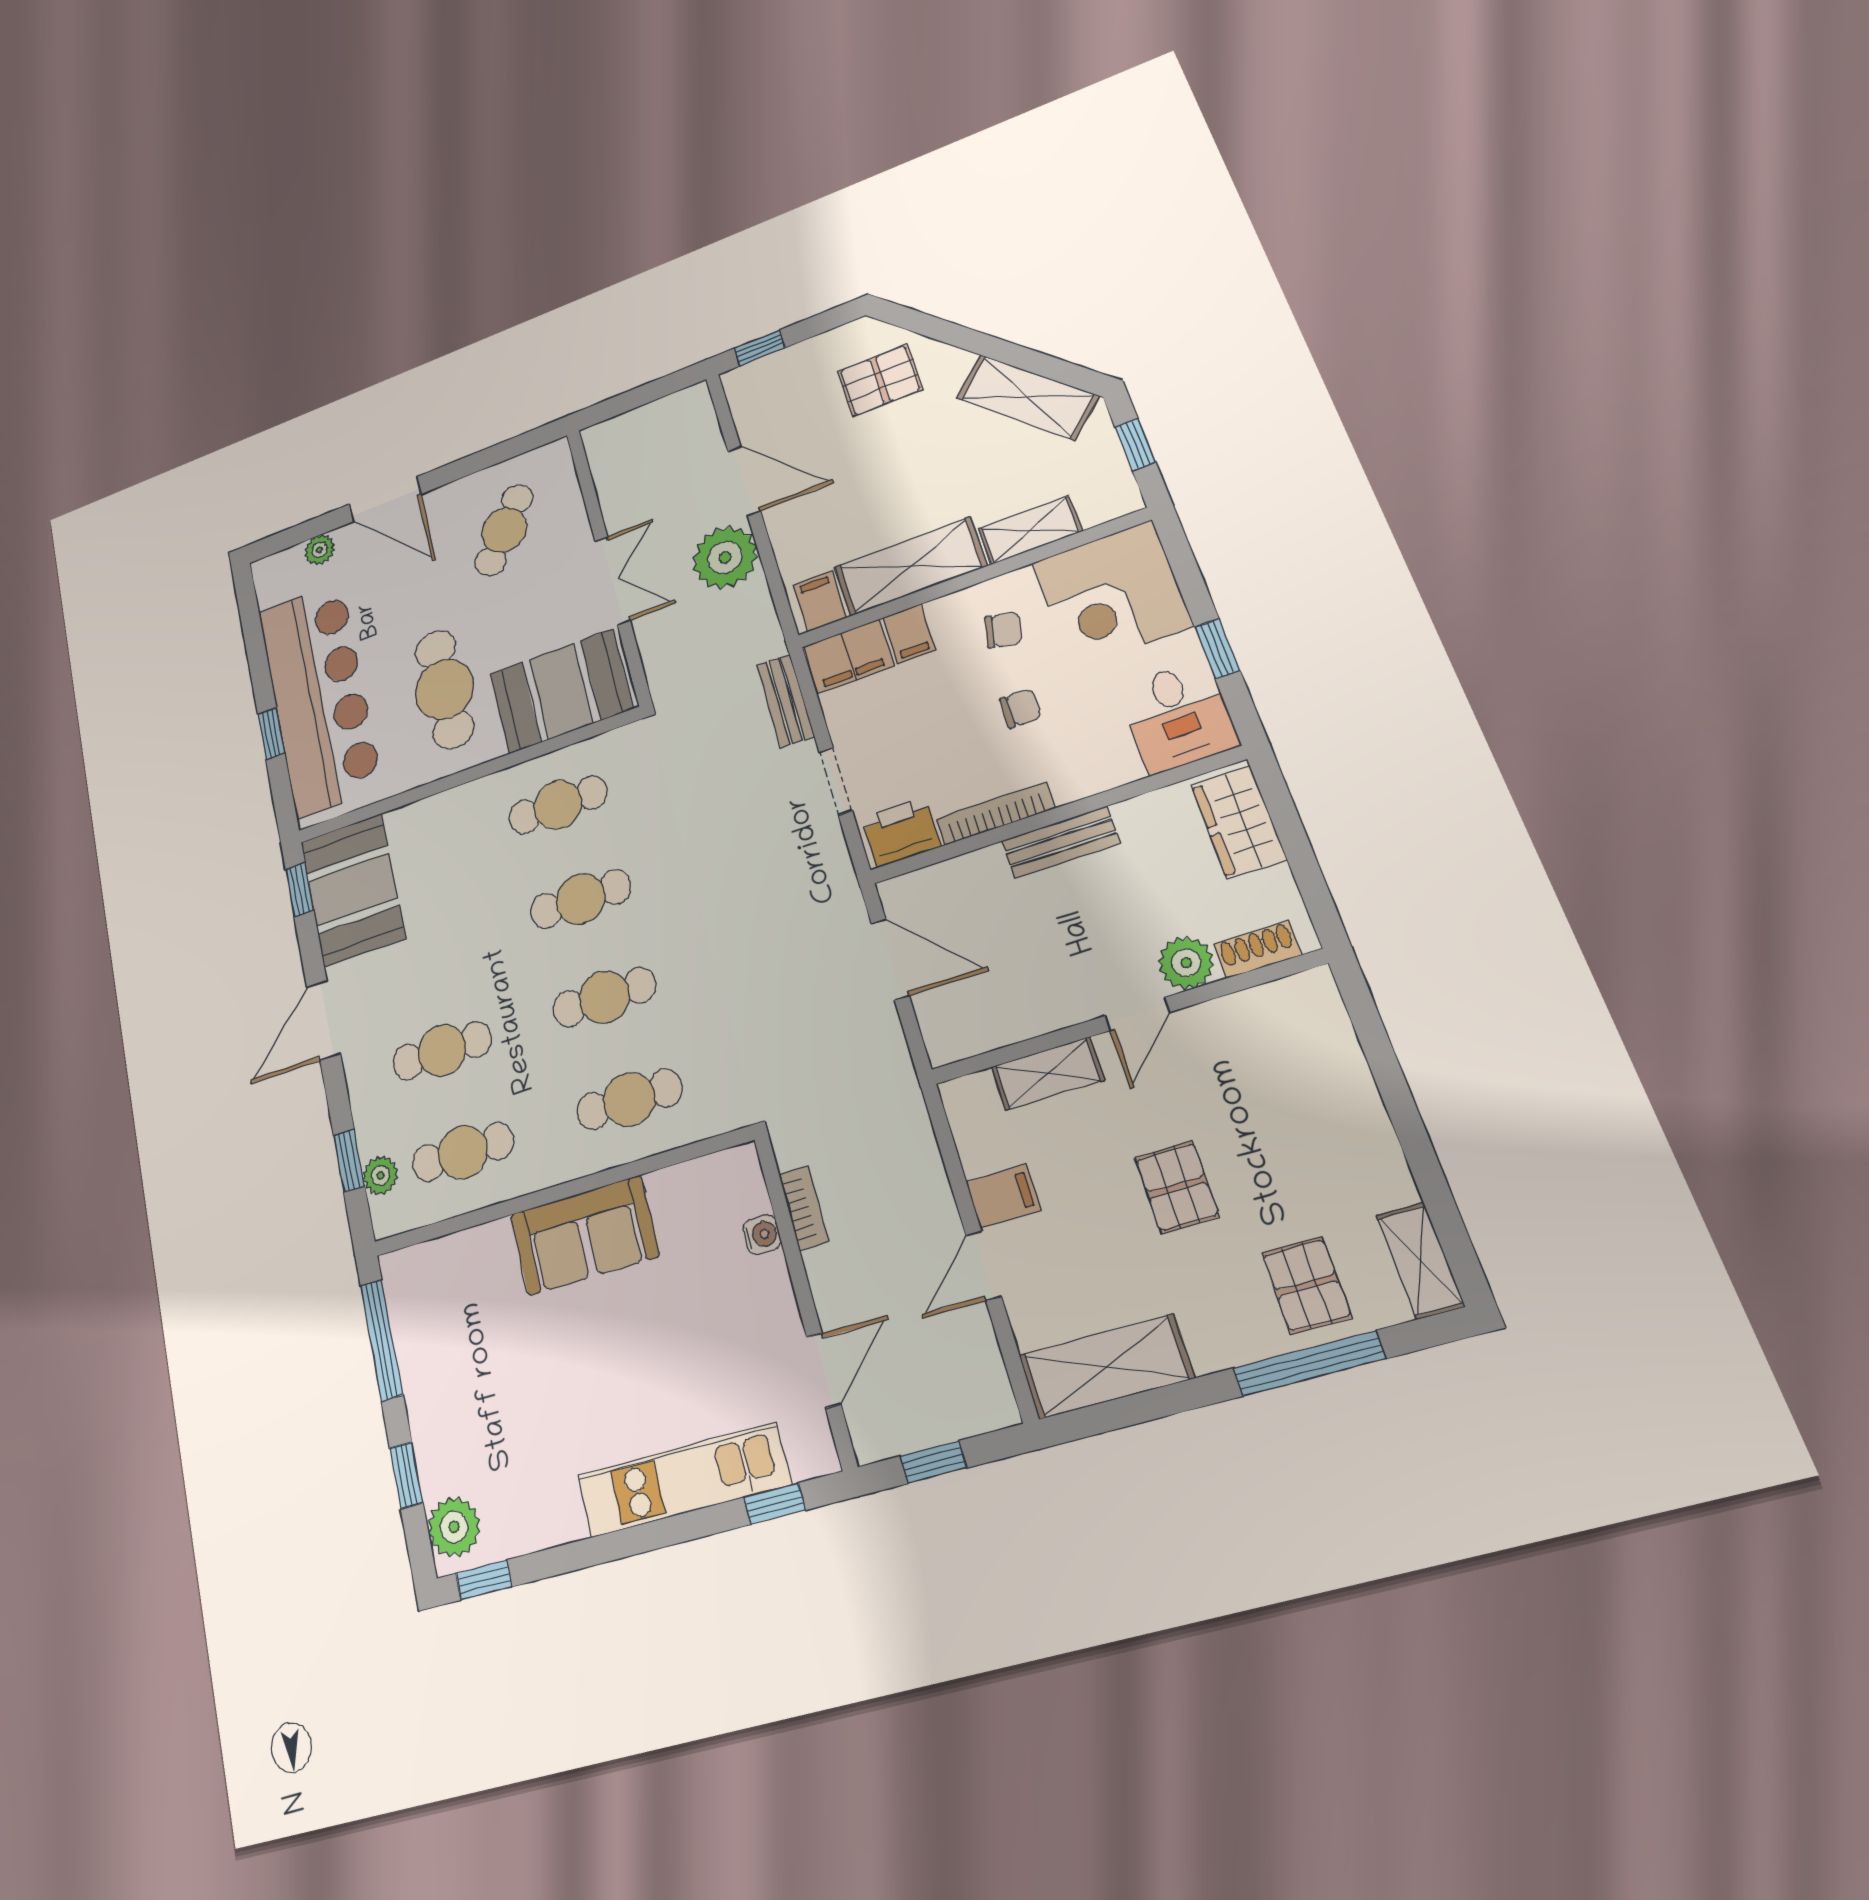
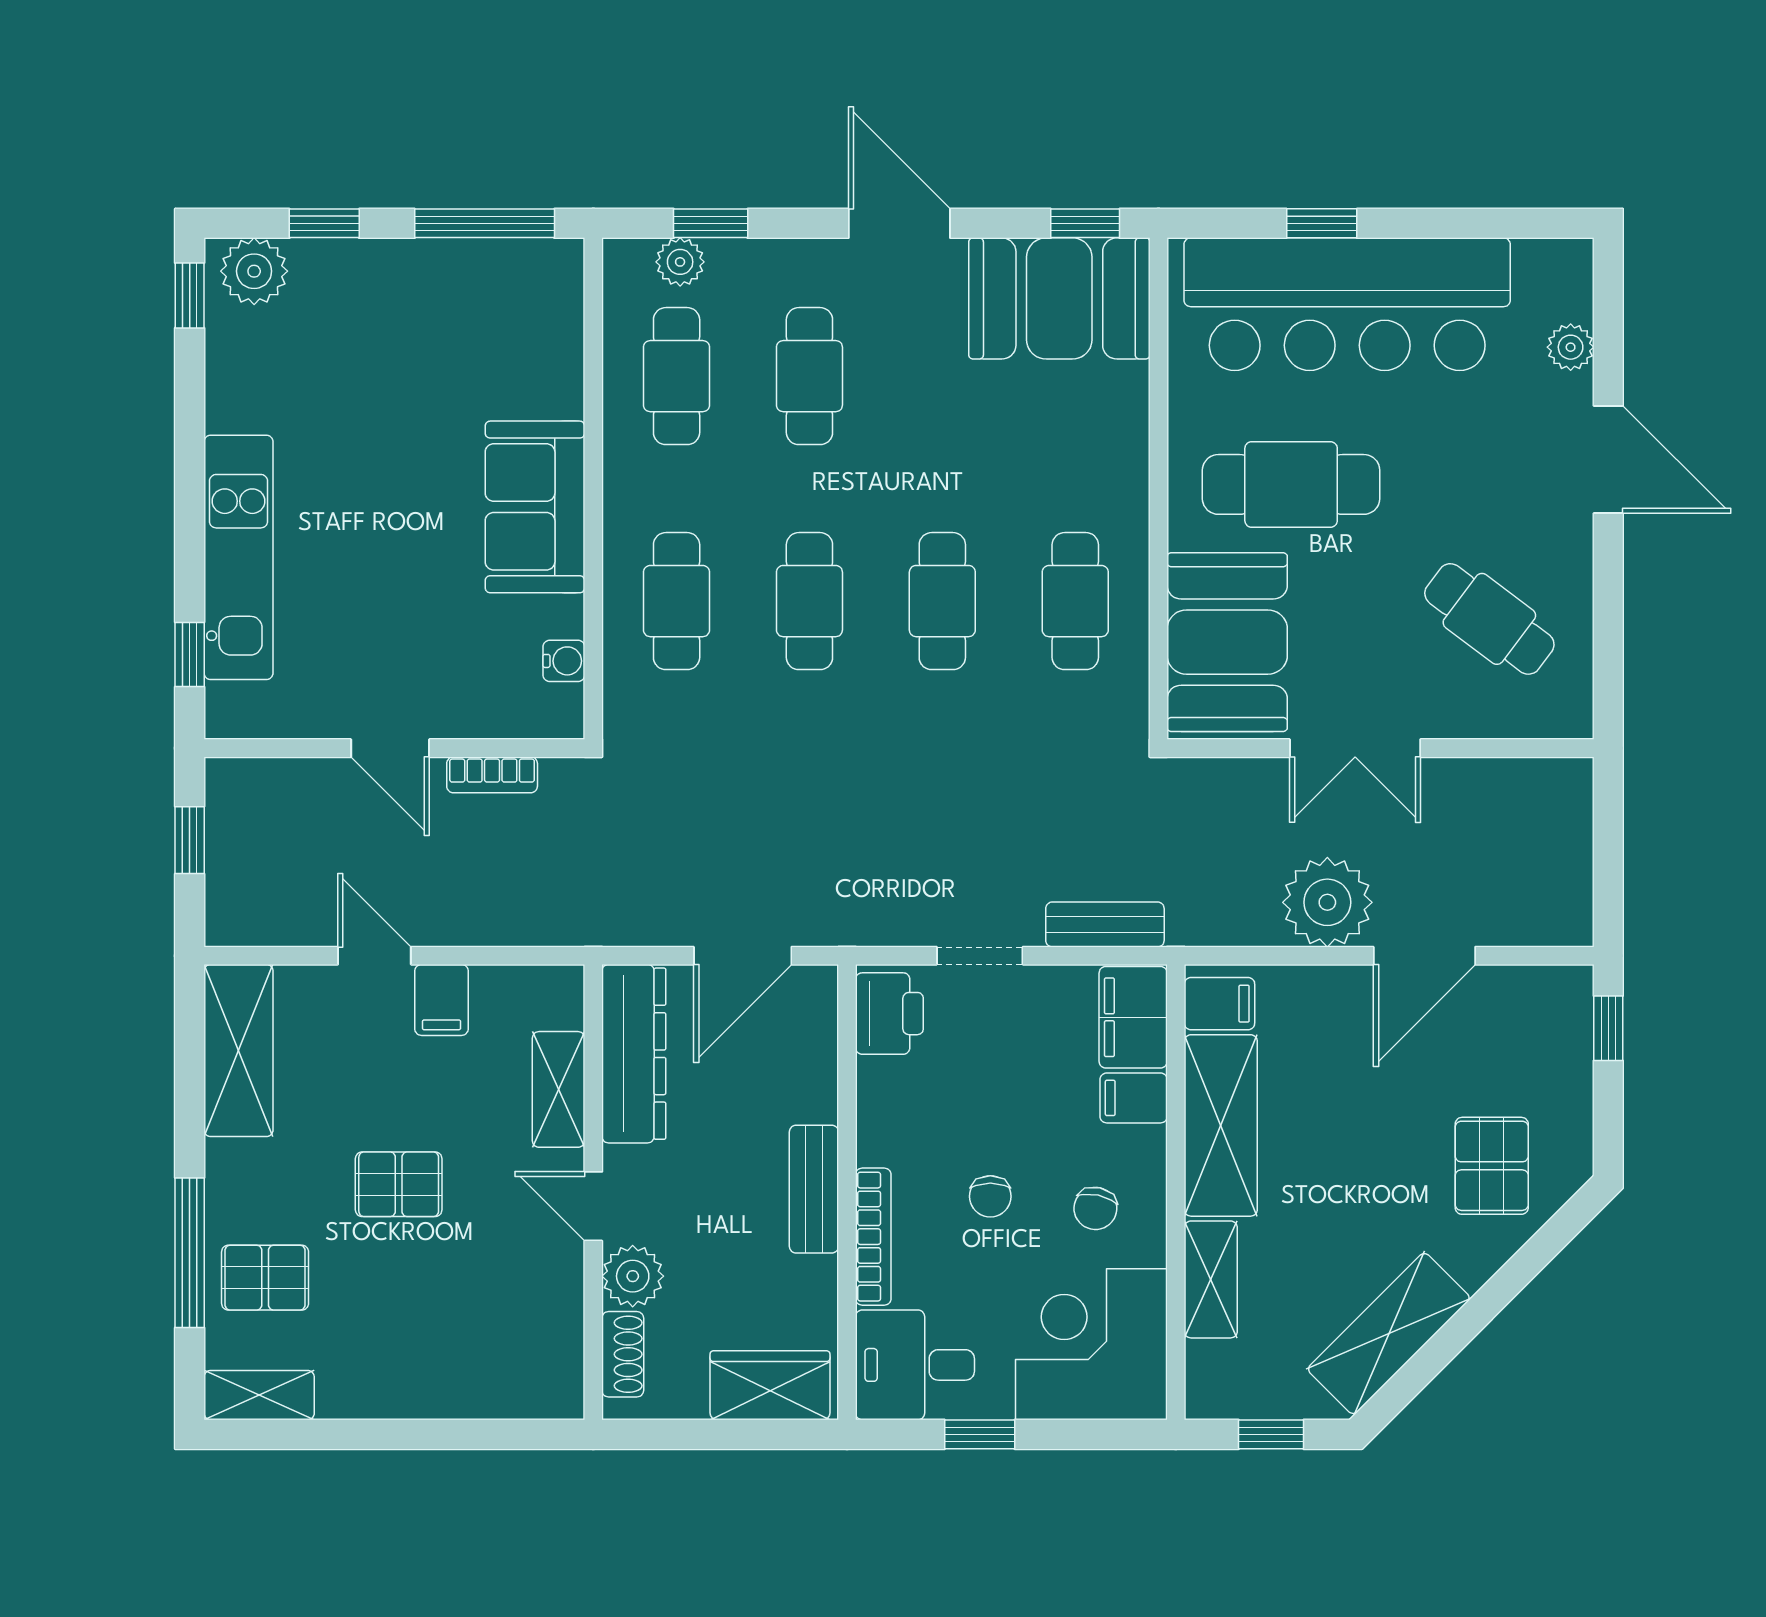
door: (385, 499) -> (1608, 460), swing flipped
bookcase: (995, 814) -> (873, 1237), moved
dresser: (997, 1021) -> (634, 1054), added
water cooler: (762, 1235) -> (564, 661), moved, turned -90
door: (824, 1370) -> (390, 748), moved

